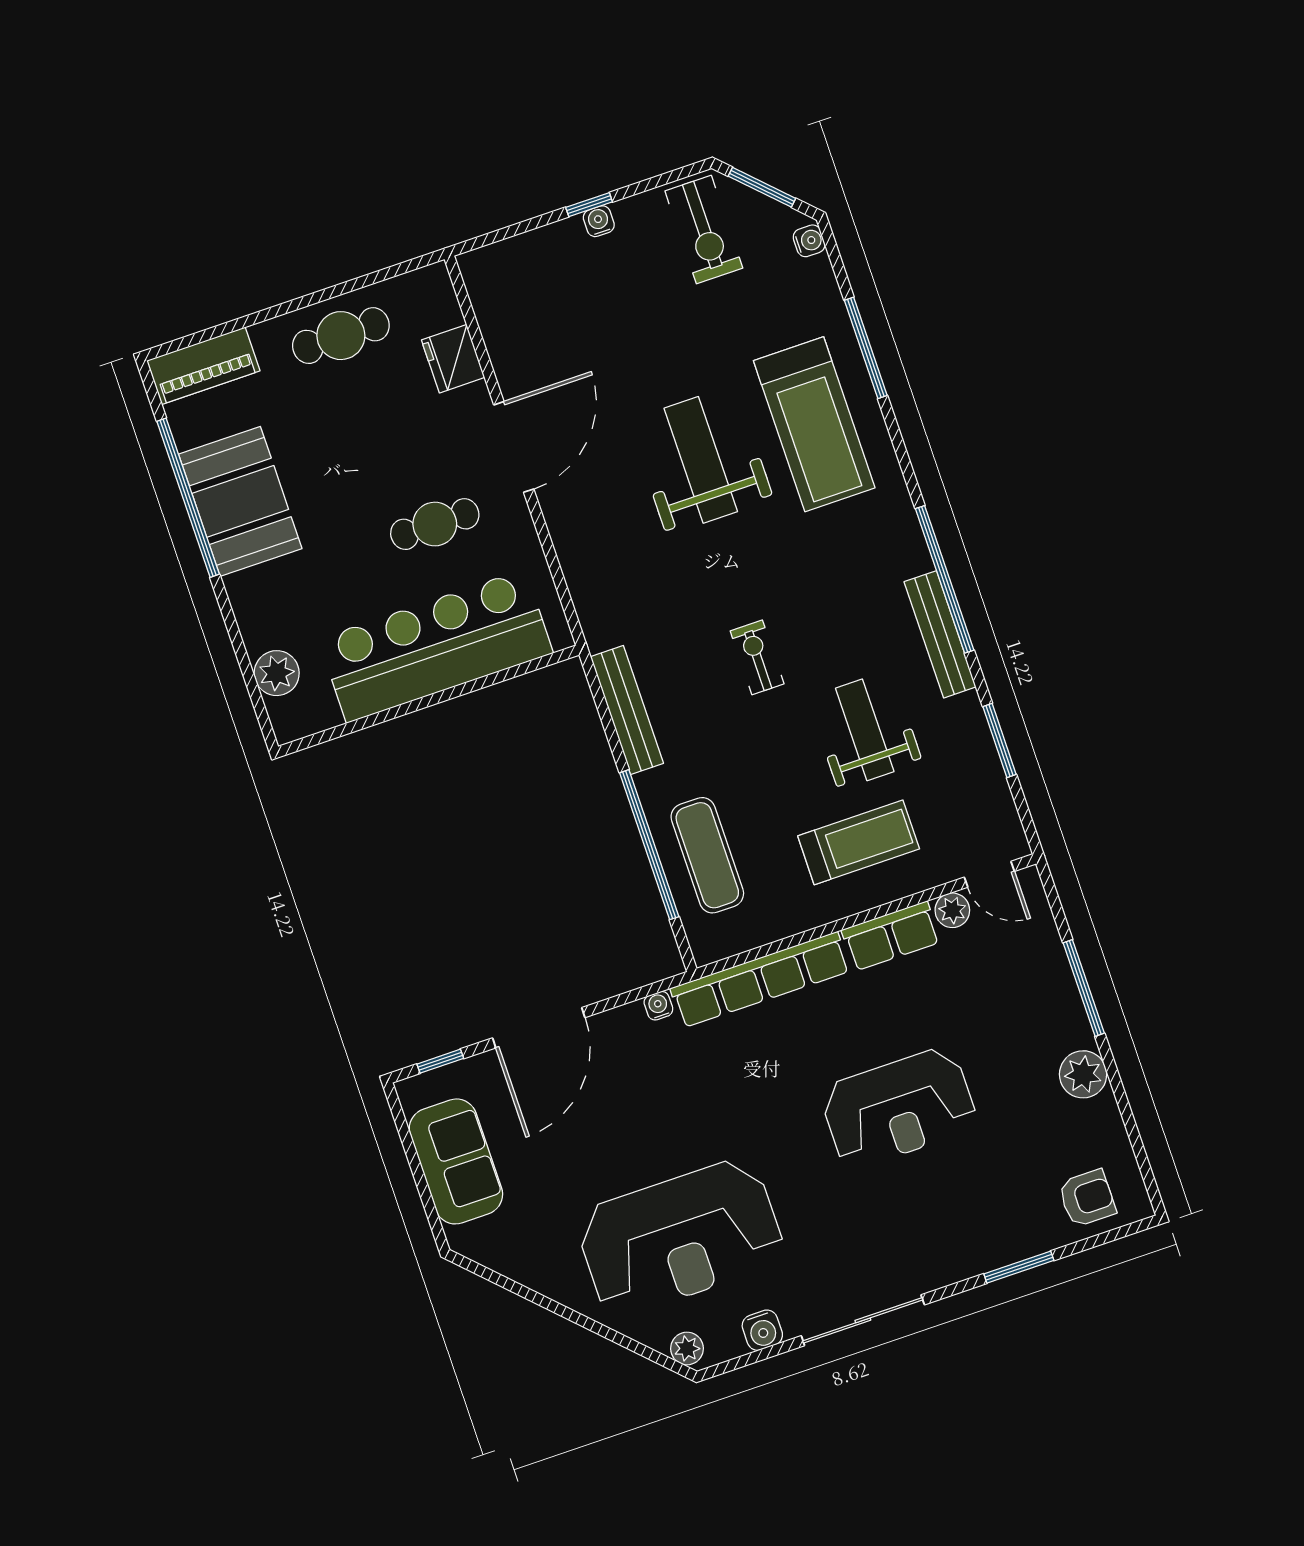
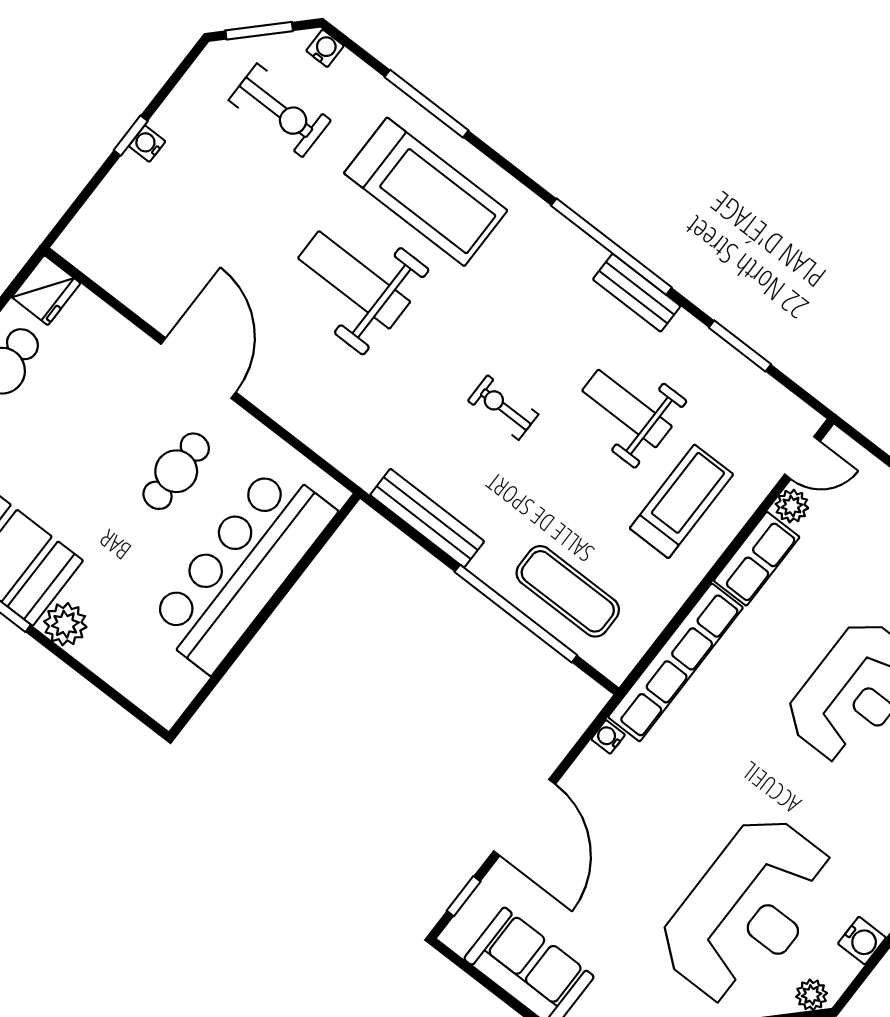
exercise bike: (704, 230) -> (280, 110), moved
fridge: (453, 359) -> (46, 290), moved, turned -90
bench: (940, 634) -> (637, 293), width x0.73
plant: (277, 673) -> (65, 624), moved

